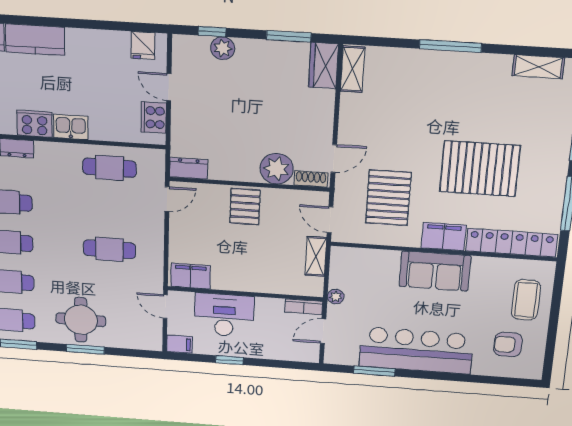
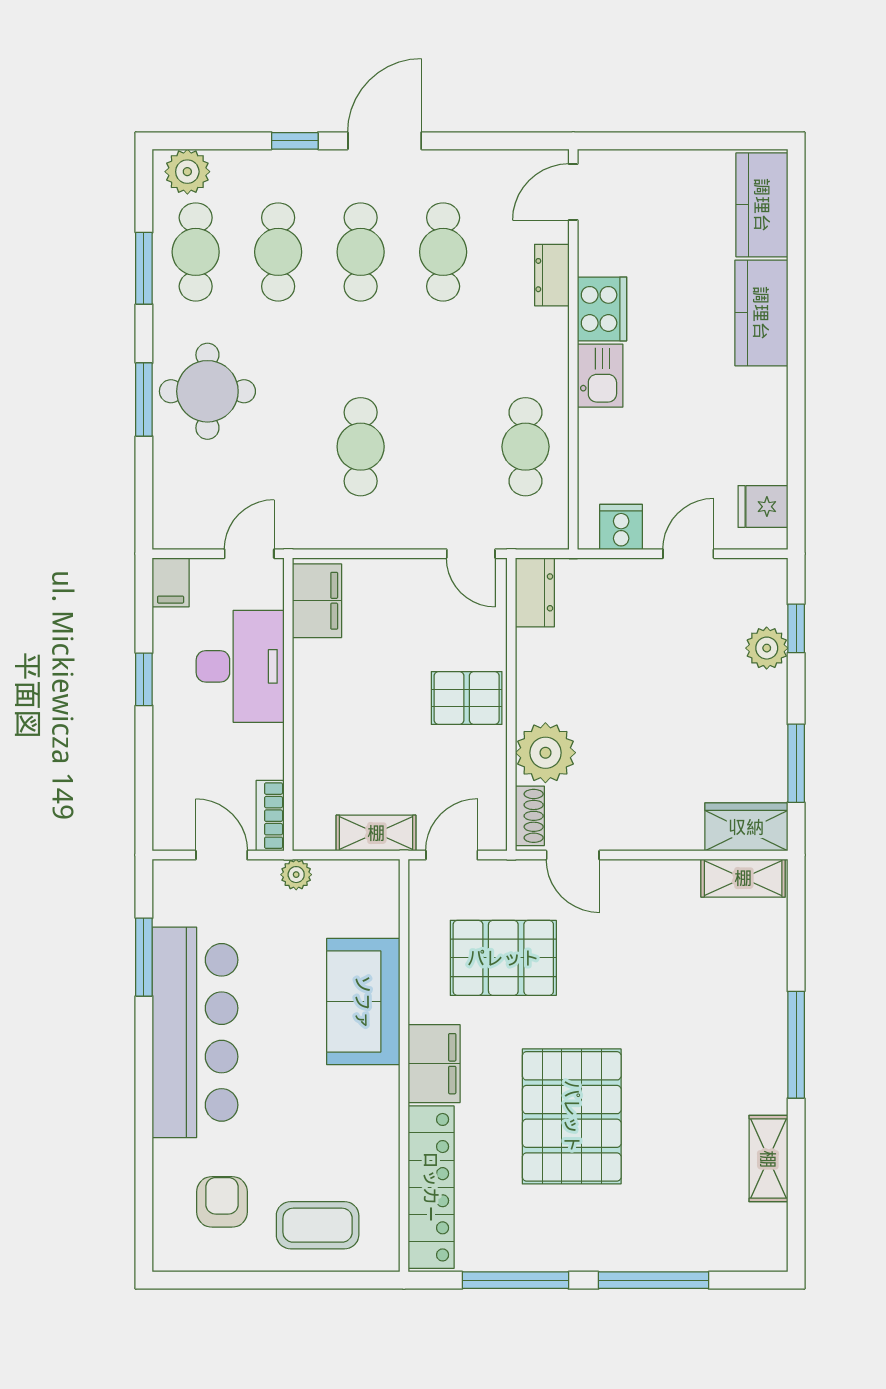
shelving: (538, 67) -> (768, 1159), moved
cooker: (154, 117) -> (621, 527), width x0.73
sofa: (435, 271) -> (363, 1002), moved

